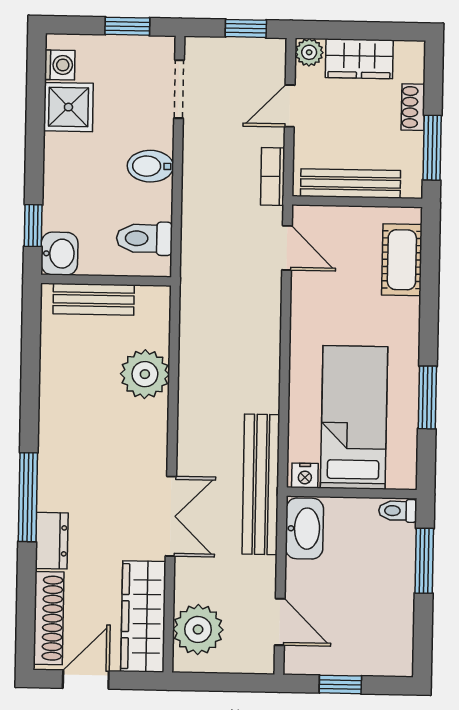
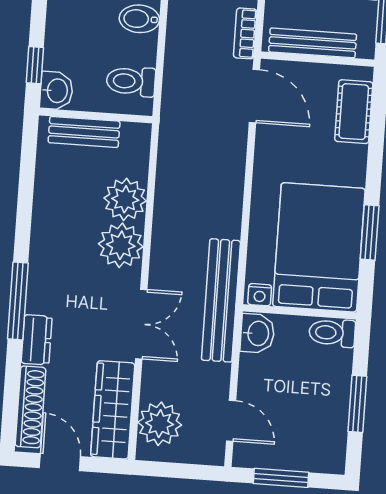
door: (287, 248) -> (254, 96), width x1.38
bed: (354, 417) -> (319, 247), width x1.50
plant: (143, 427) -> (121, 245), added
toilet: (398, 511) -> (332, 333), width x1.37, depth x1.39
washbasin: (304, 529) -> (257, 333), width x0.72
window: (424, 561) -> (357, 404), moved
door: (86, 680) -> (60, 462), hinge flipped
window: (340, 684) -> (281, 478), width x1.50

